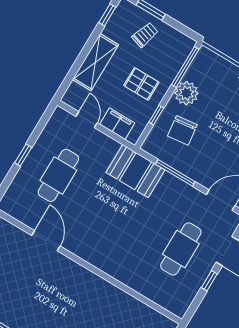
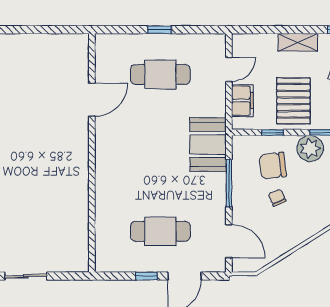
shelving: (95, 62) -> (298, 42), width x0.67, depth x0.75
pallet: (141, 84) -> (293, 101), width x1.50, depth x1.42
chair: (209, 142) -> (277, 198), added

